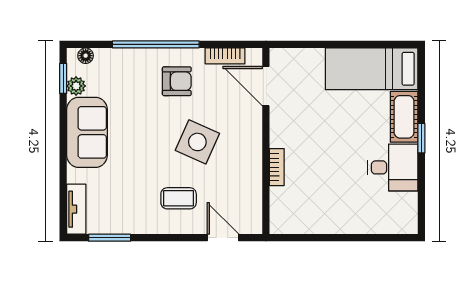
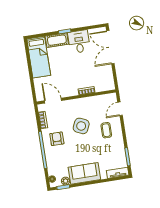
door: (266, 86) -> (53, 101), swing flipped
double door: (369, 238) -> (110, 47), added

